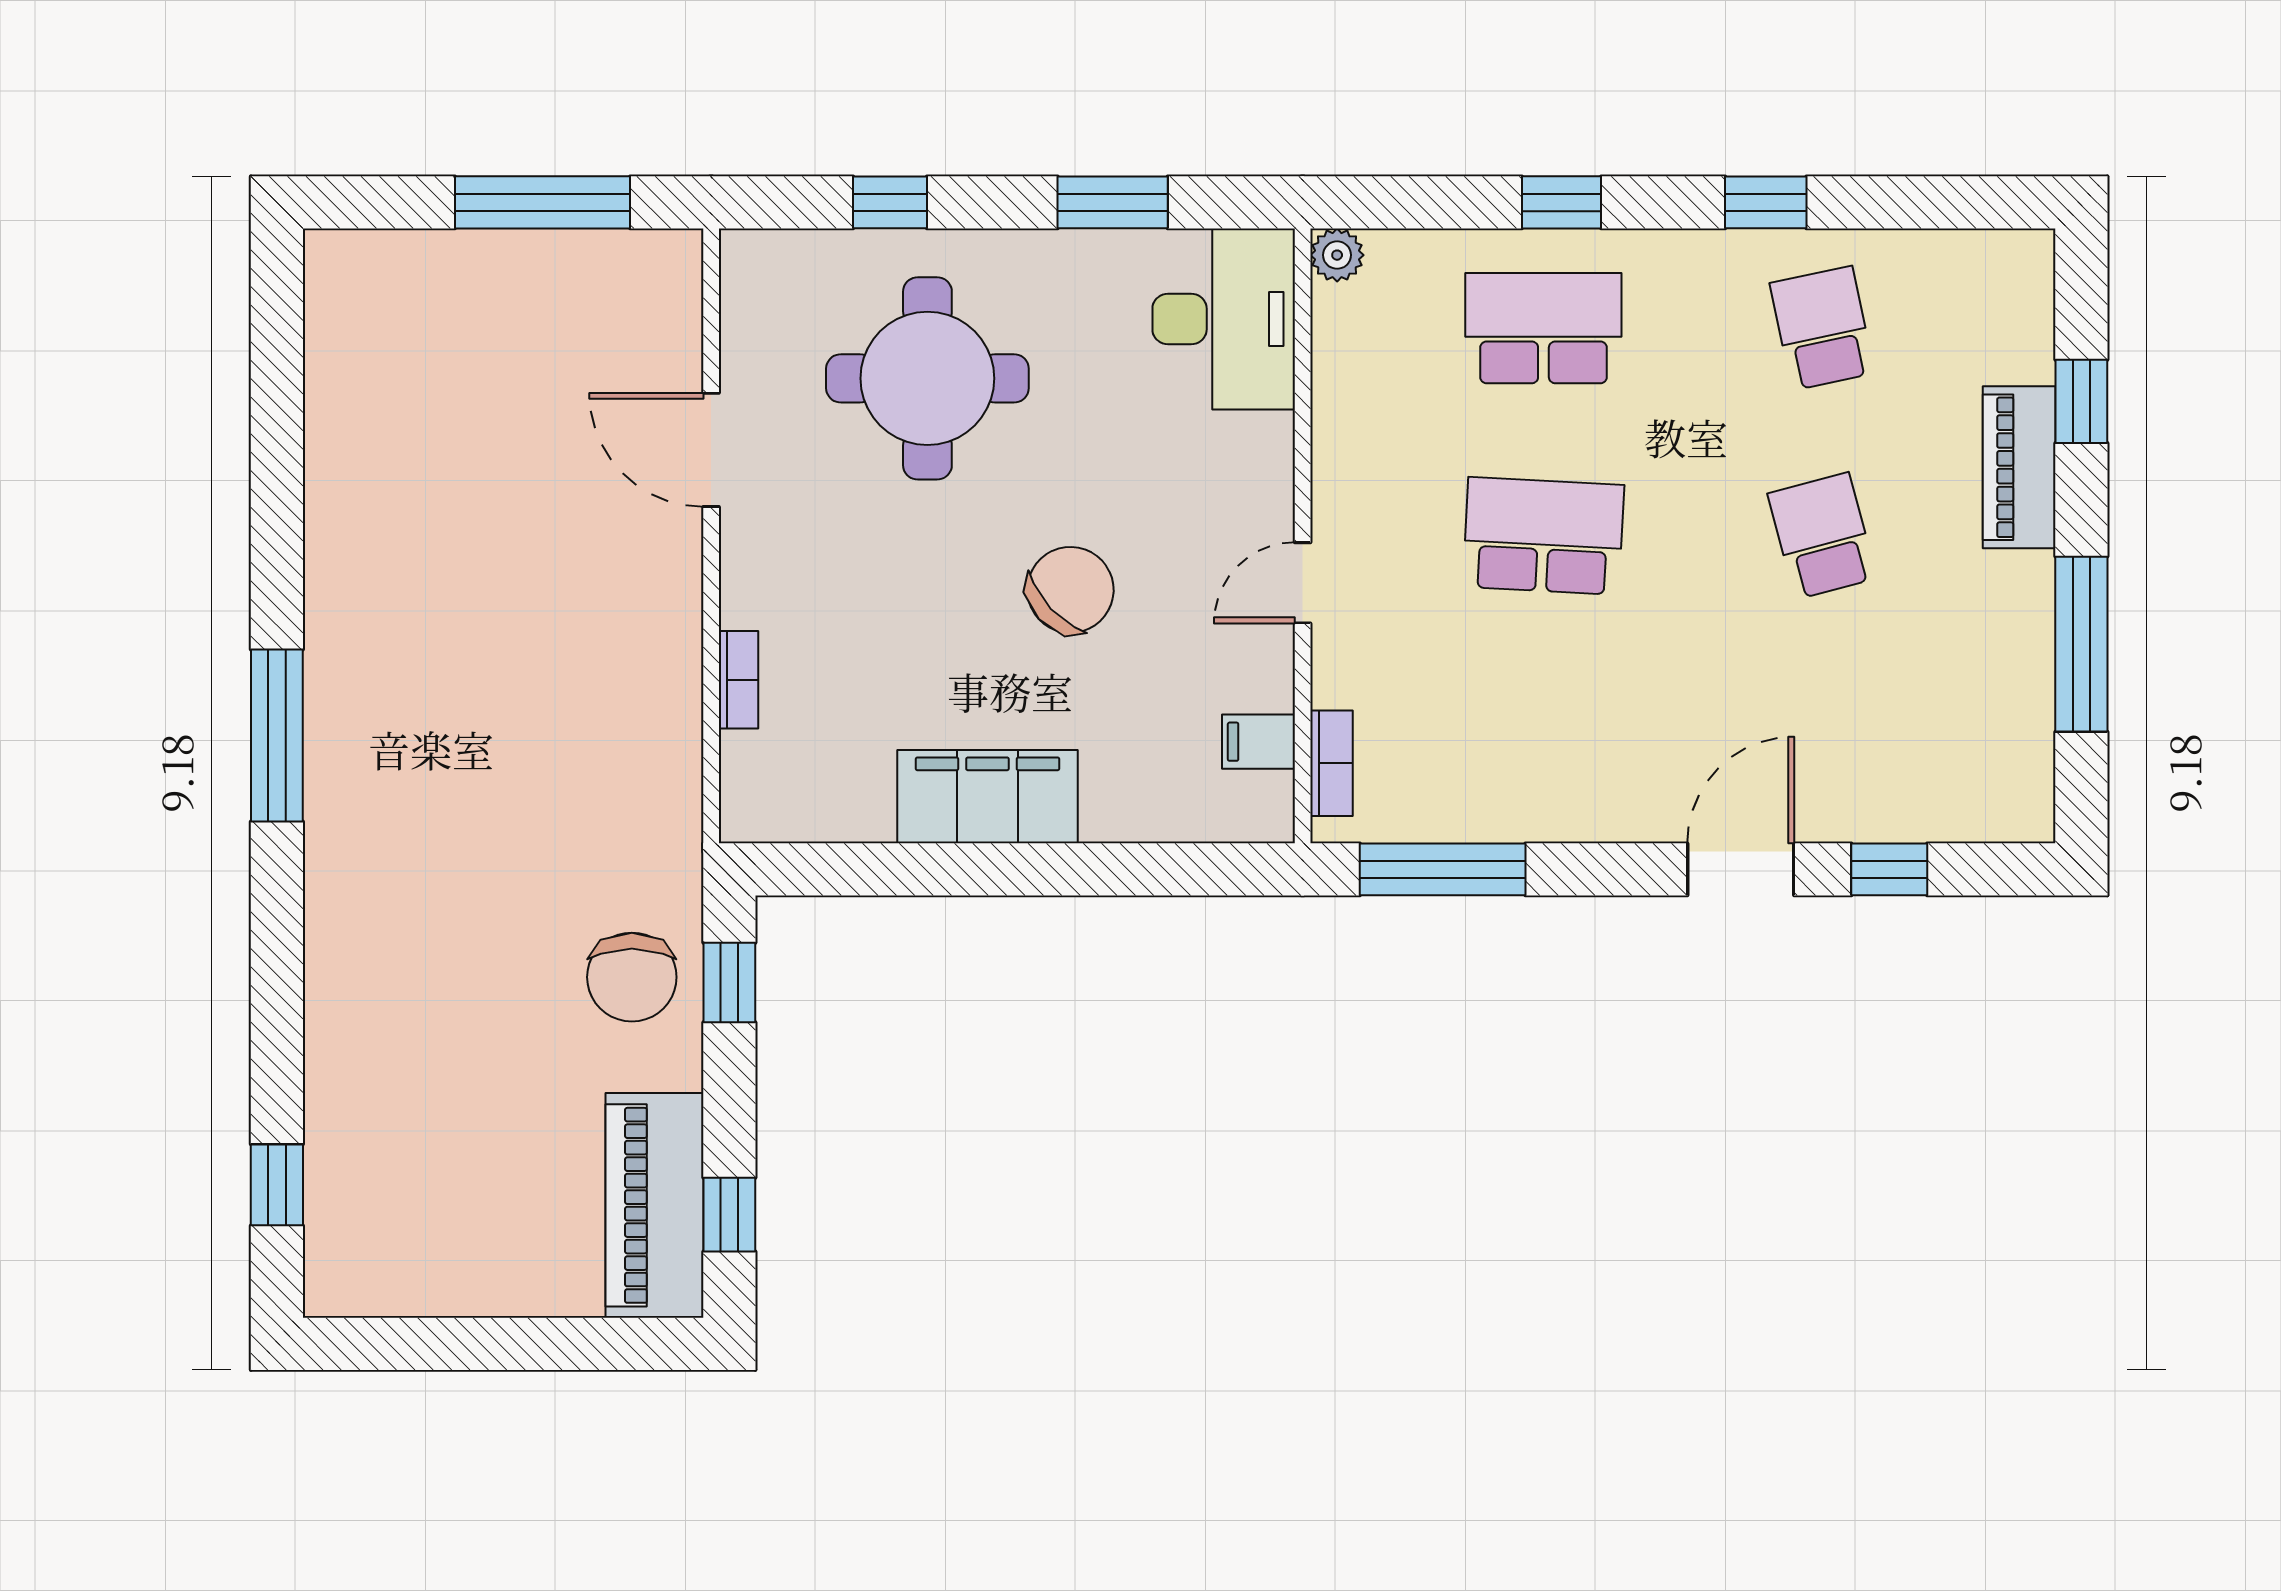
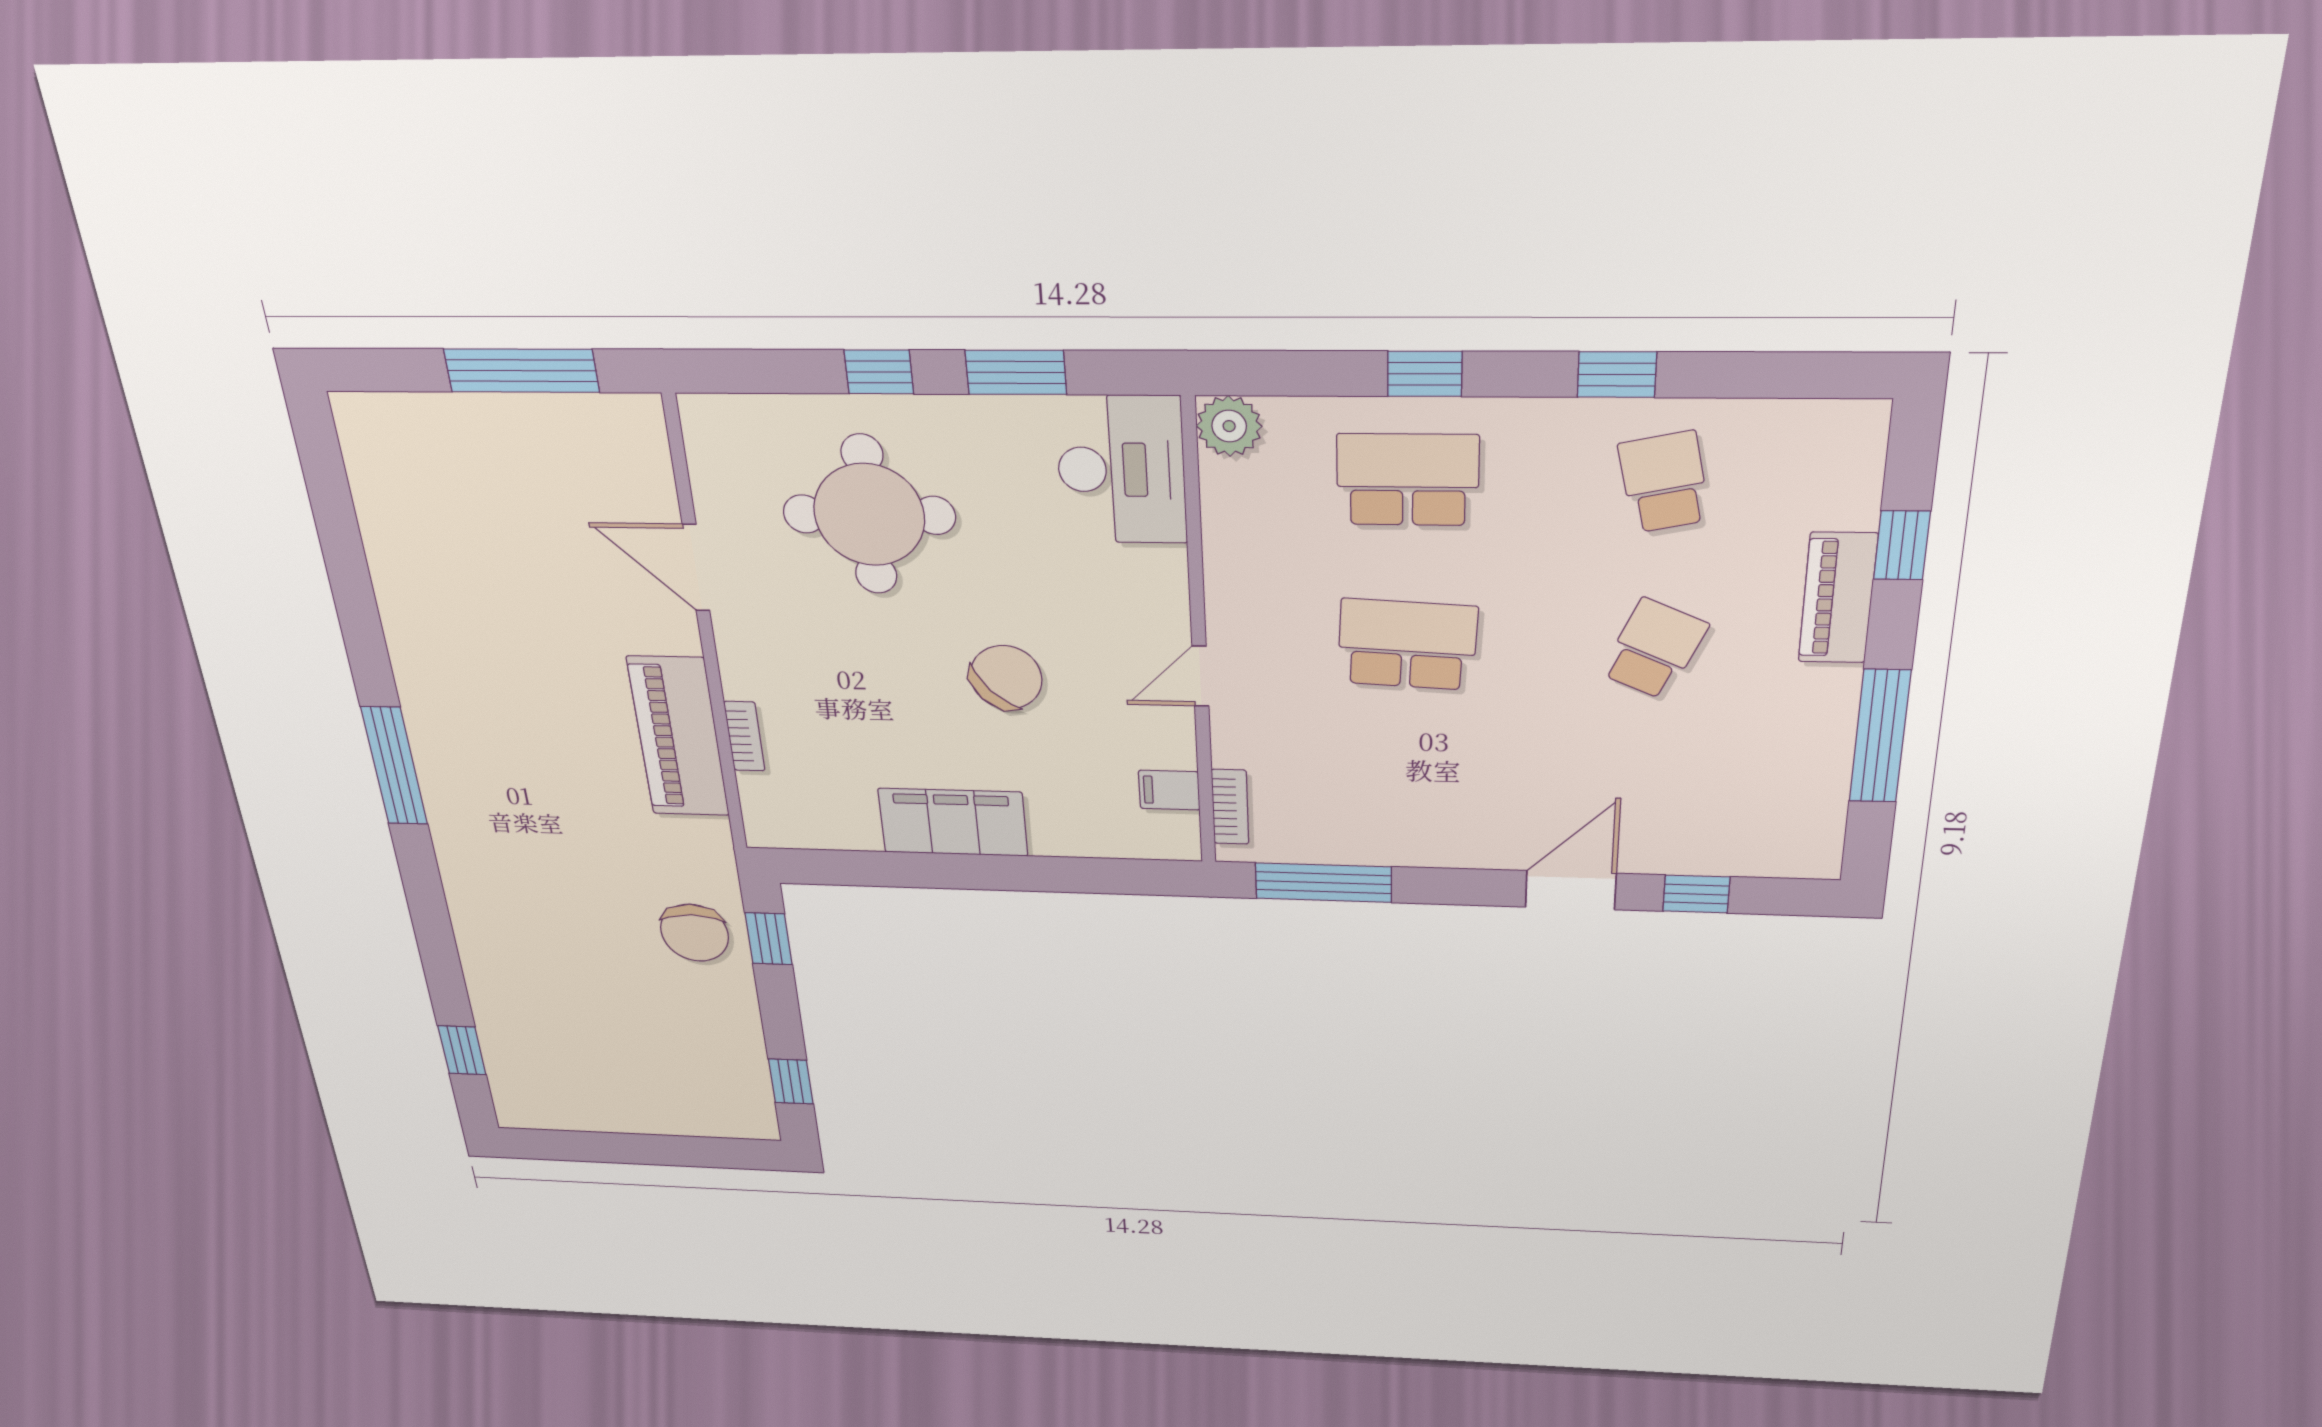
window: (890, 202) -> (879, 372), moved
plant: (1337, 255) -> (1229, 426), width x1.38, depth x1.38
school desk: (1822, 536) -> (1654, 649), turned 39
piano: (654, 1205) -> (678, 737), moved

